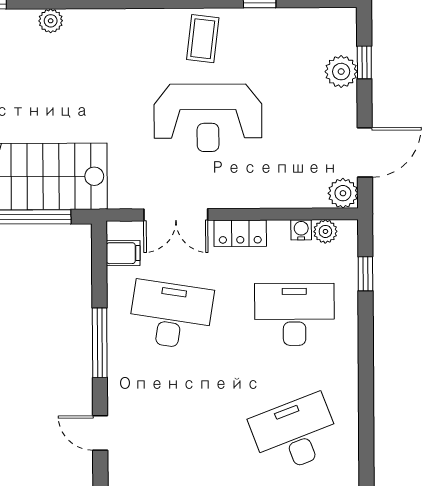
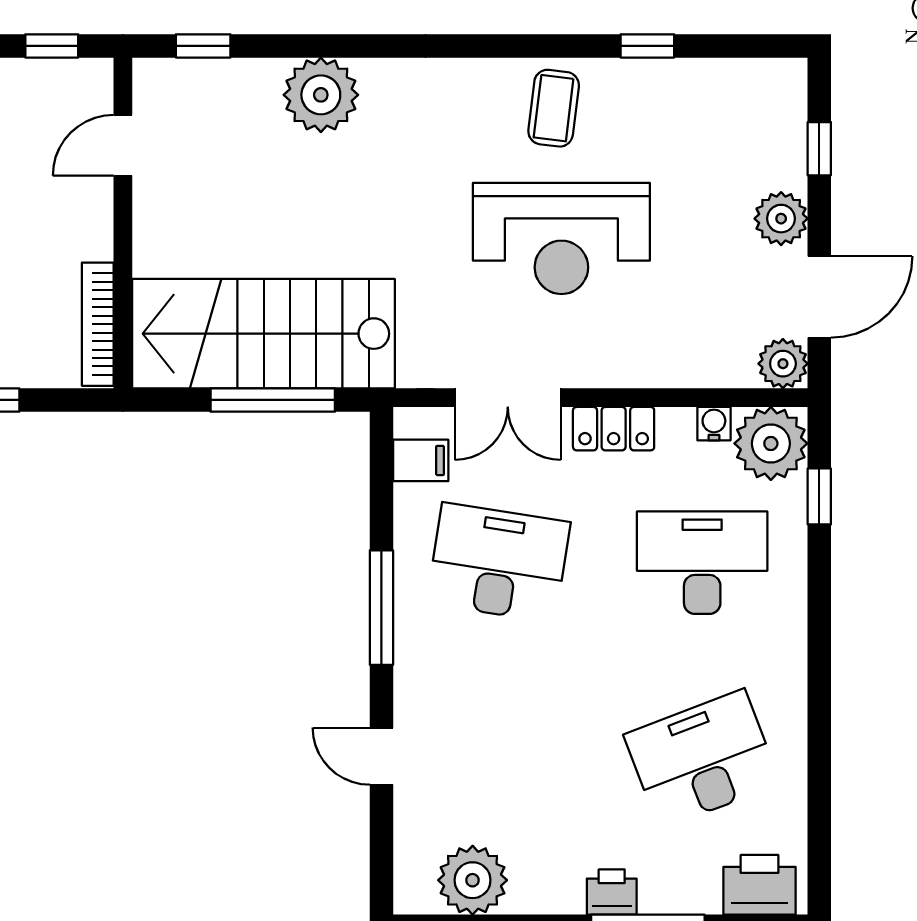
plant: (51, 21) -> (321, 95), width x1.87, depth x1.87
plant: (341, 72) -> (781, 219), moved
plant: (325, 231) -> (771, 443), width x1.87, depth x1.87

